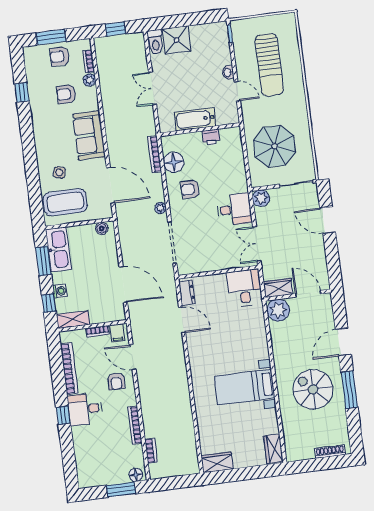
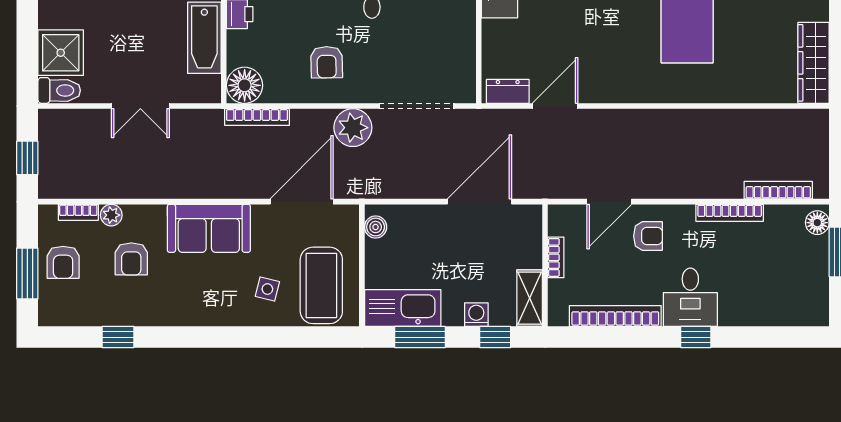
floor lamp: (174, 162) -> (245, 85), moved
plant: (161, 208) -> (353, 128), width x1.88, depth x1.88
filing cabinet: (117, 333) -> (563, 223), removed
bookcase: (151, 451) -> (778, 190), width x1.56
wardrobe: (217, 462) -> (813, 63), width x1.50

